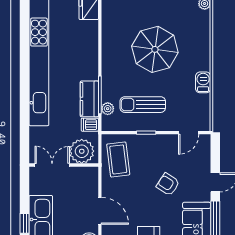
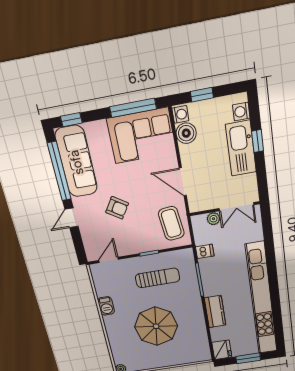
kitchen counter: (89, 99) -> (215, 312), moved
plant: (108, 109) -> (190, 269), removed
plant: (82, 151) -> (213, 219), width x0.53, depth x0.53
door: (100, 211) -> (183, 182), moved

